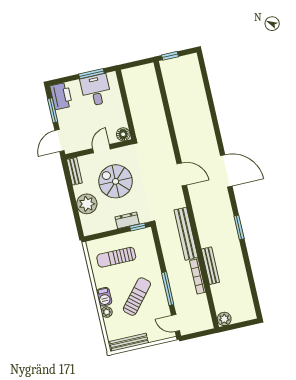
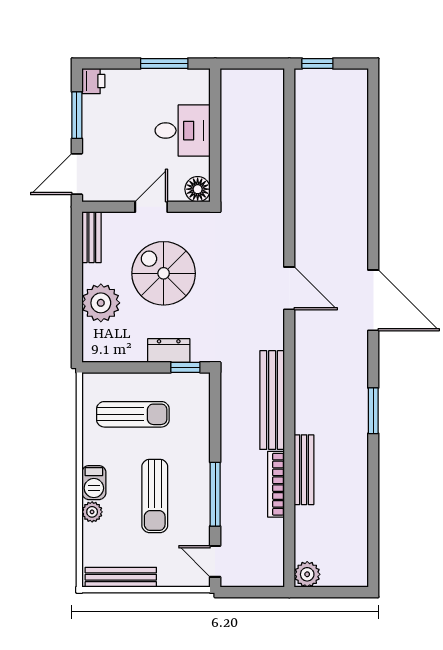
desk: (96, 90) -> (183, 131), moved, turned 90
printer: (61, 96) -> (93, 81), width x0.53, depth x0.68
sun lounger: (116, 257) -> (133, 414), turned 180
sun lounger: (137, 297) -> (155, 496), turned 140

